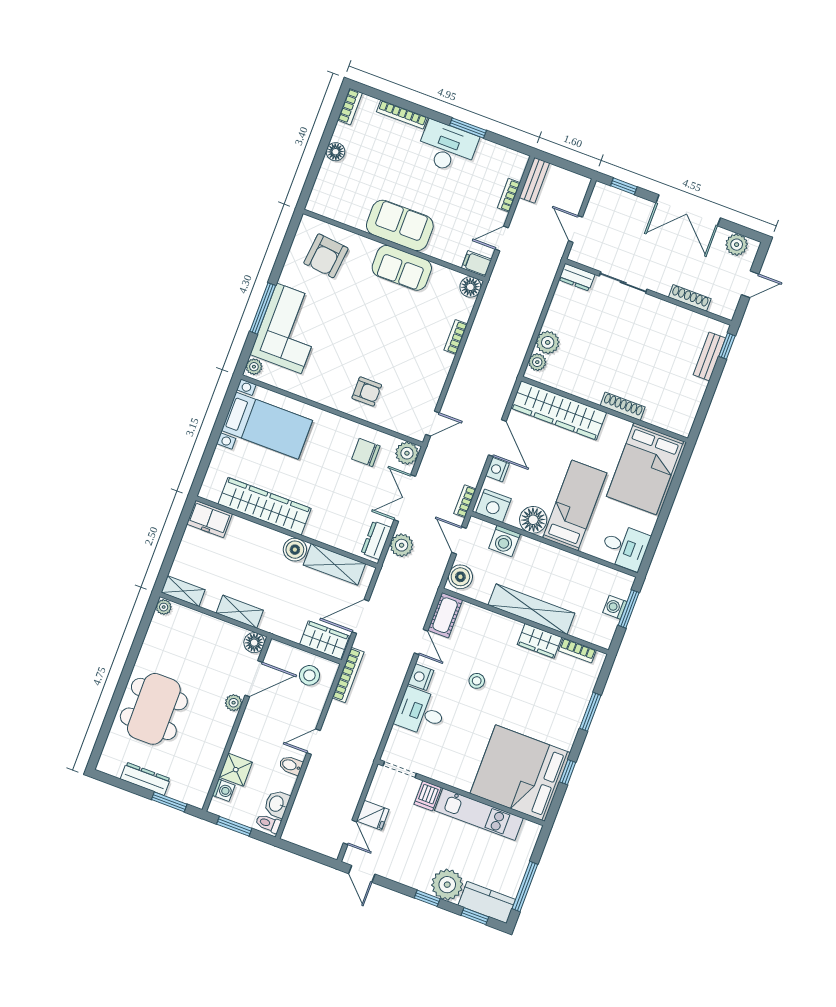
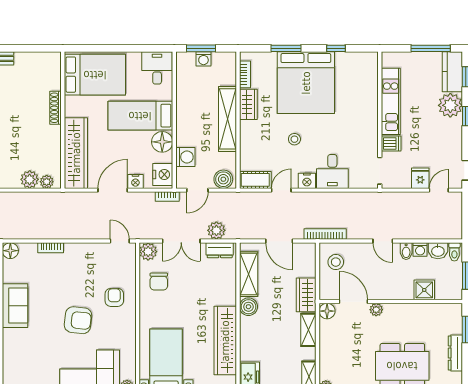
armchair: (326, 256) -> (78, 320), moved
wardrobe: (325, 640) -> (306, 295), moved
bed: (520, 773) -> (306, 83), moved
washing machine: (224, 790) -> (420, 250), moved, turned 180

